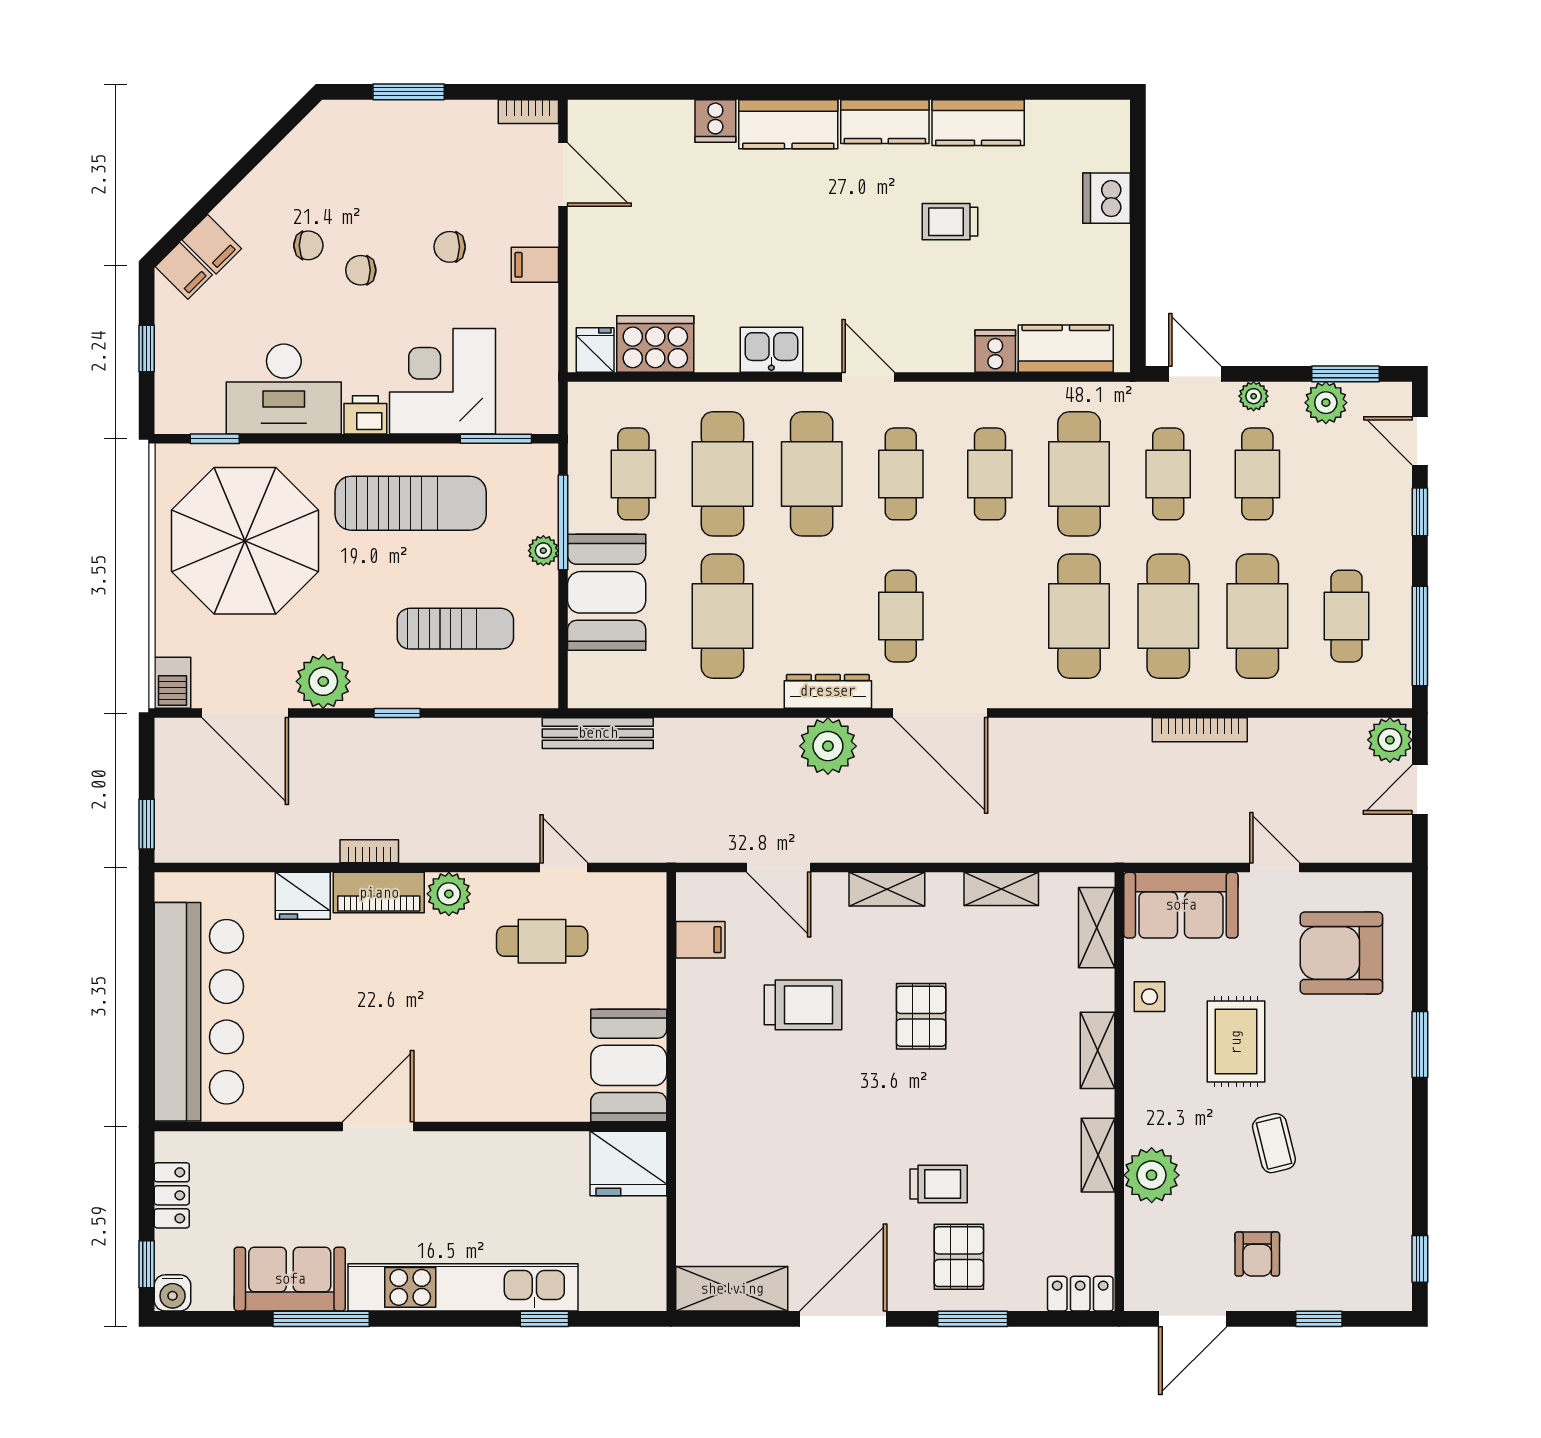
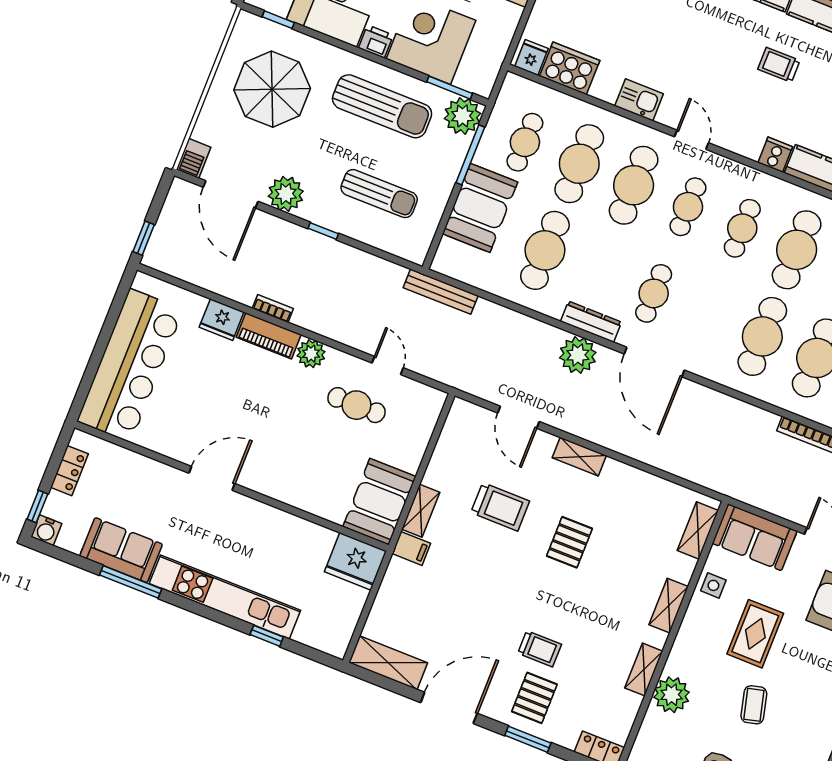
parasol: (245, 541) -> (272, 89), width x0.73, depth x0.73
plant: (543, 551) -> (463, 116), moved, width x1.88, depth x1.88
shelving: (1001, 889) -> (421, 511), moved, turned 90
filing cabinet: (700, 940) -> (411, 548), moved

